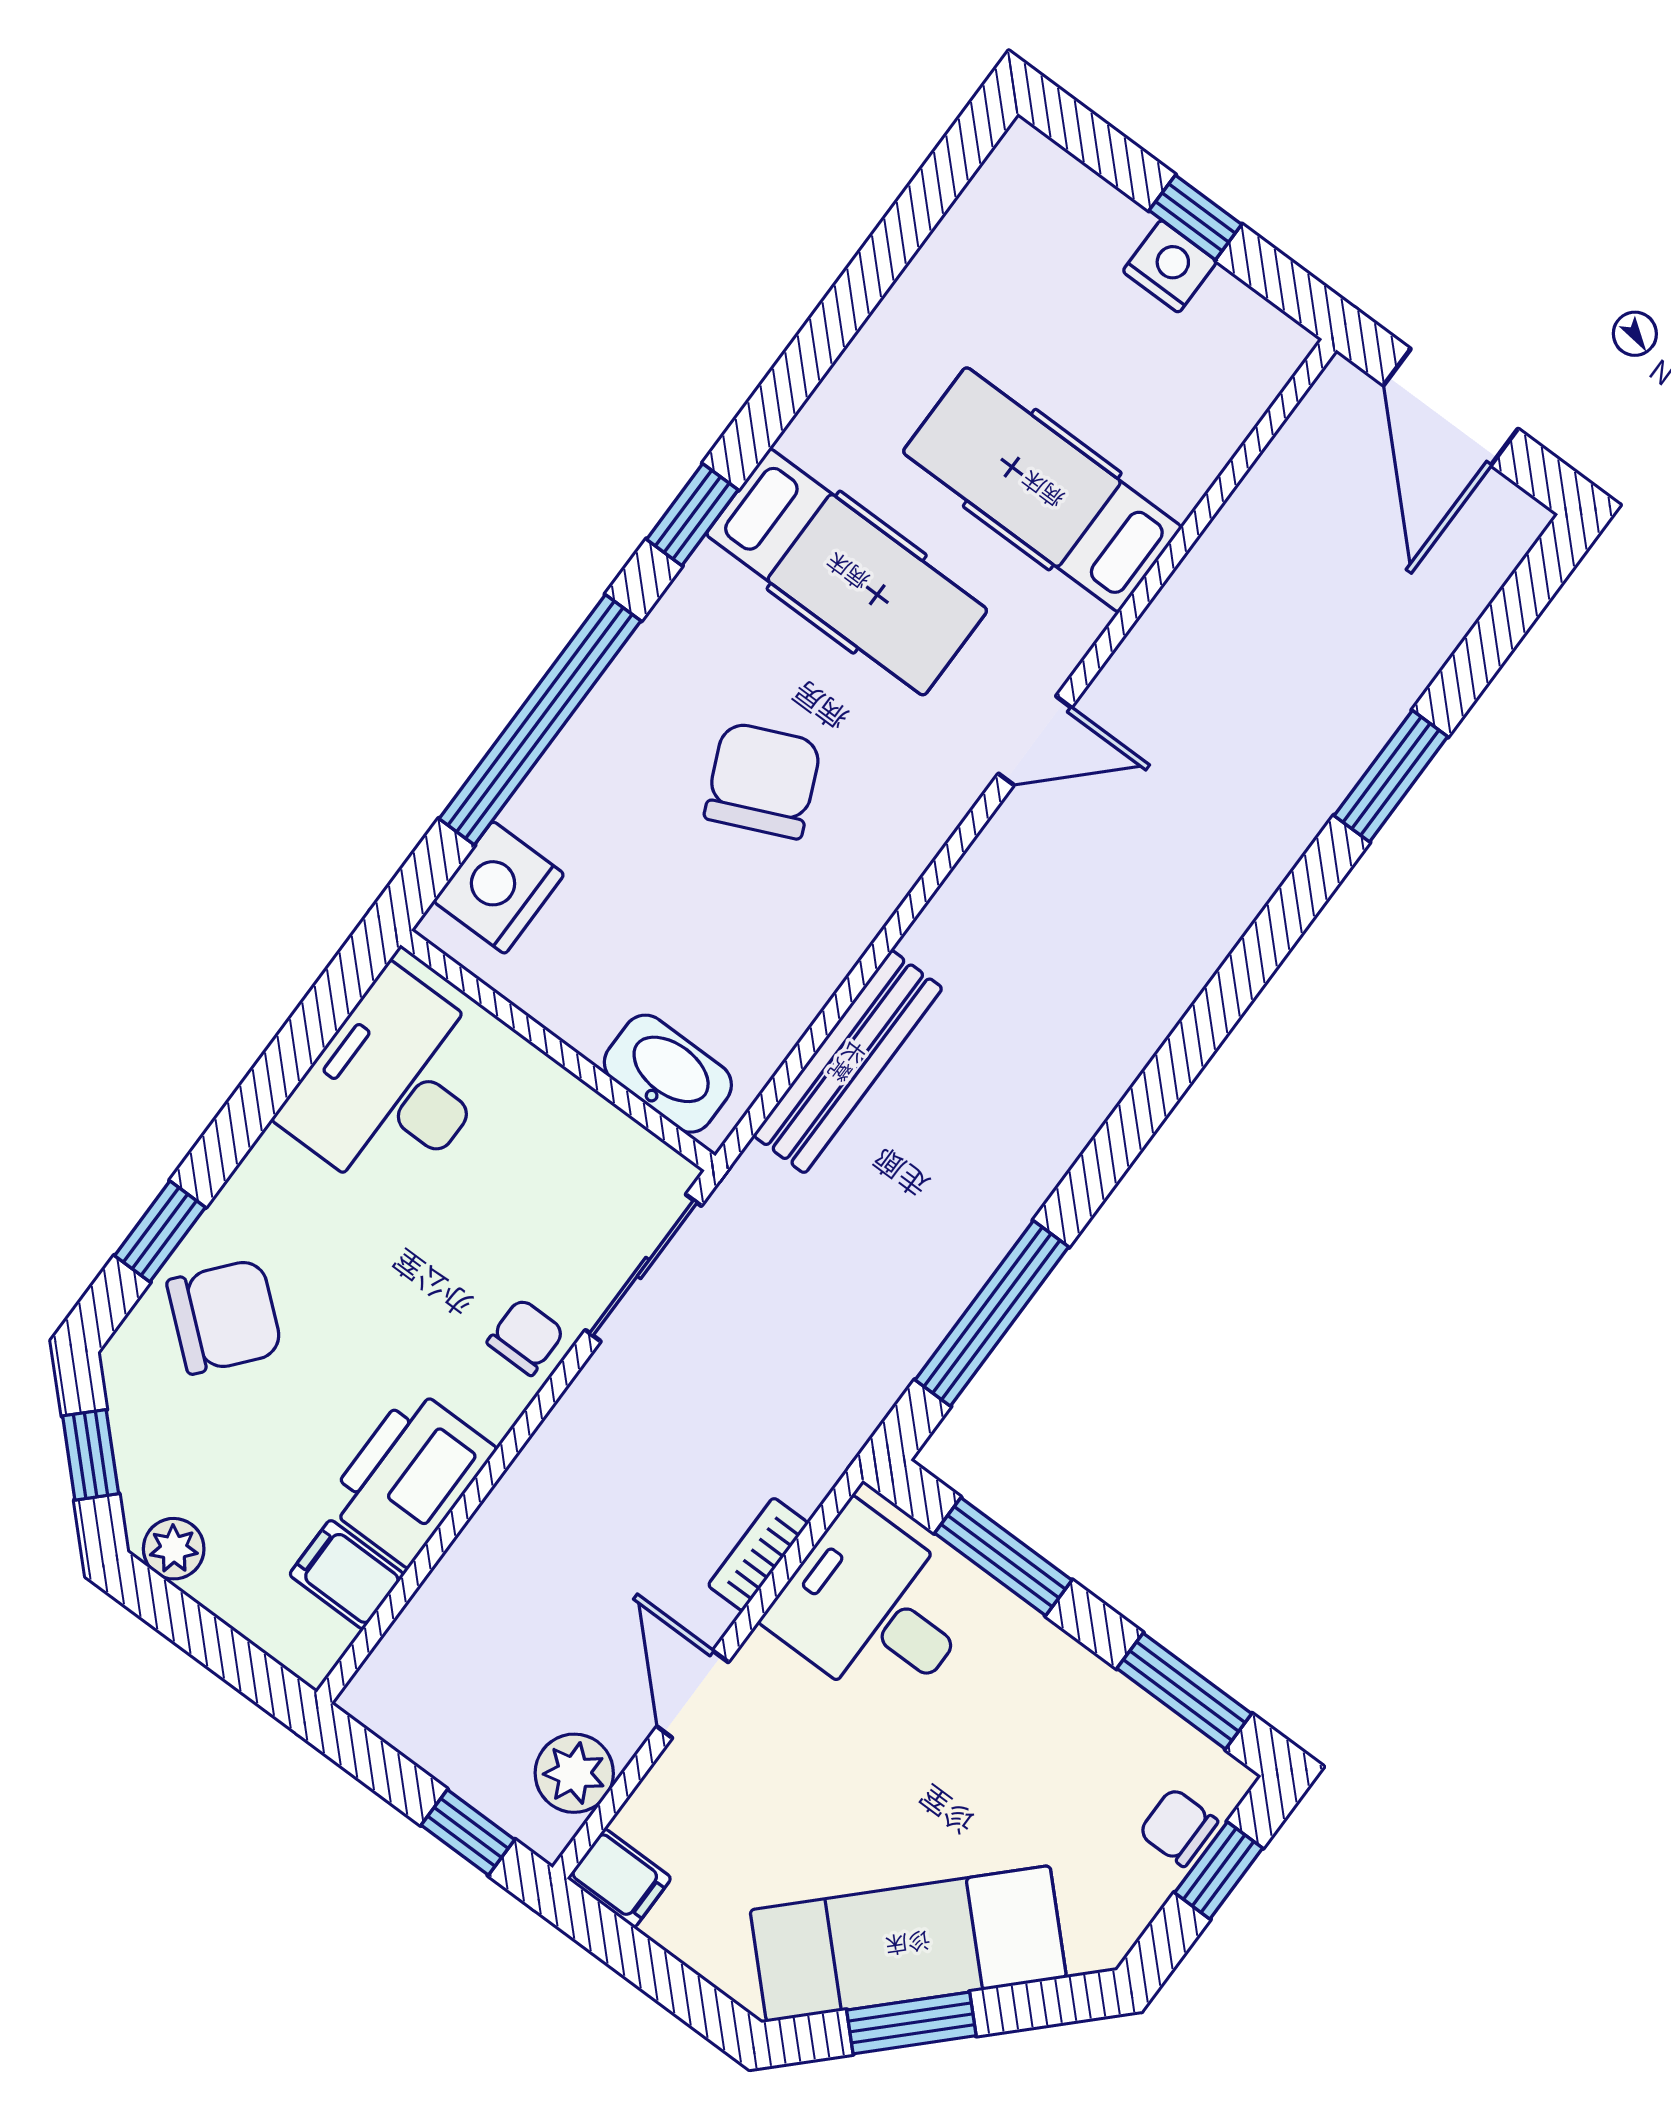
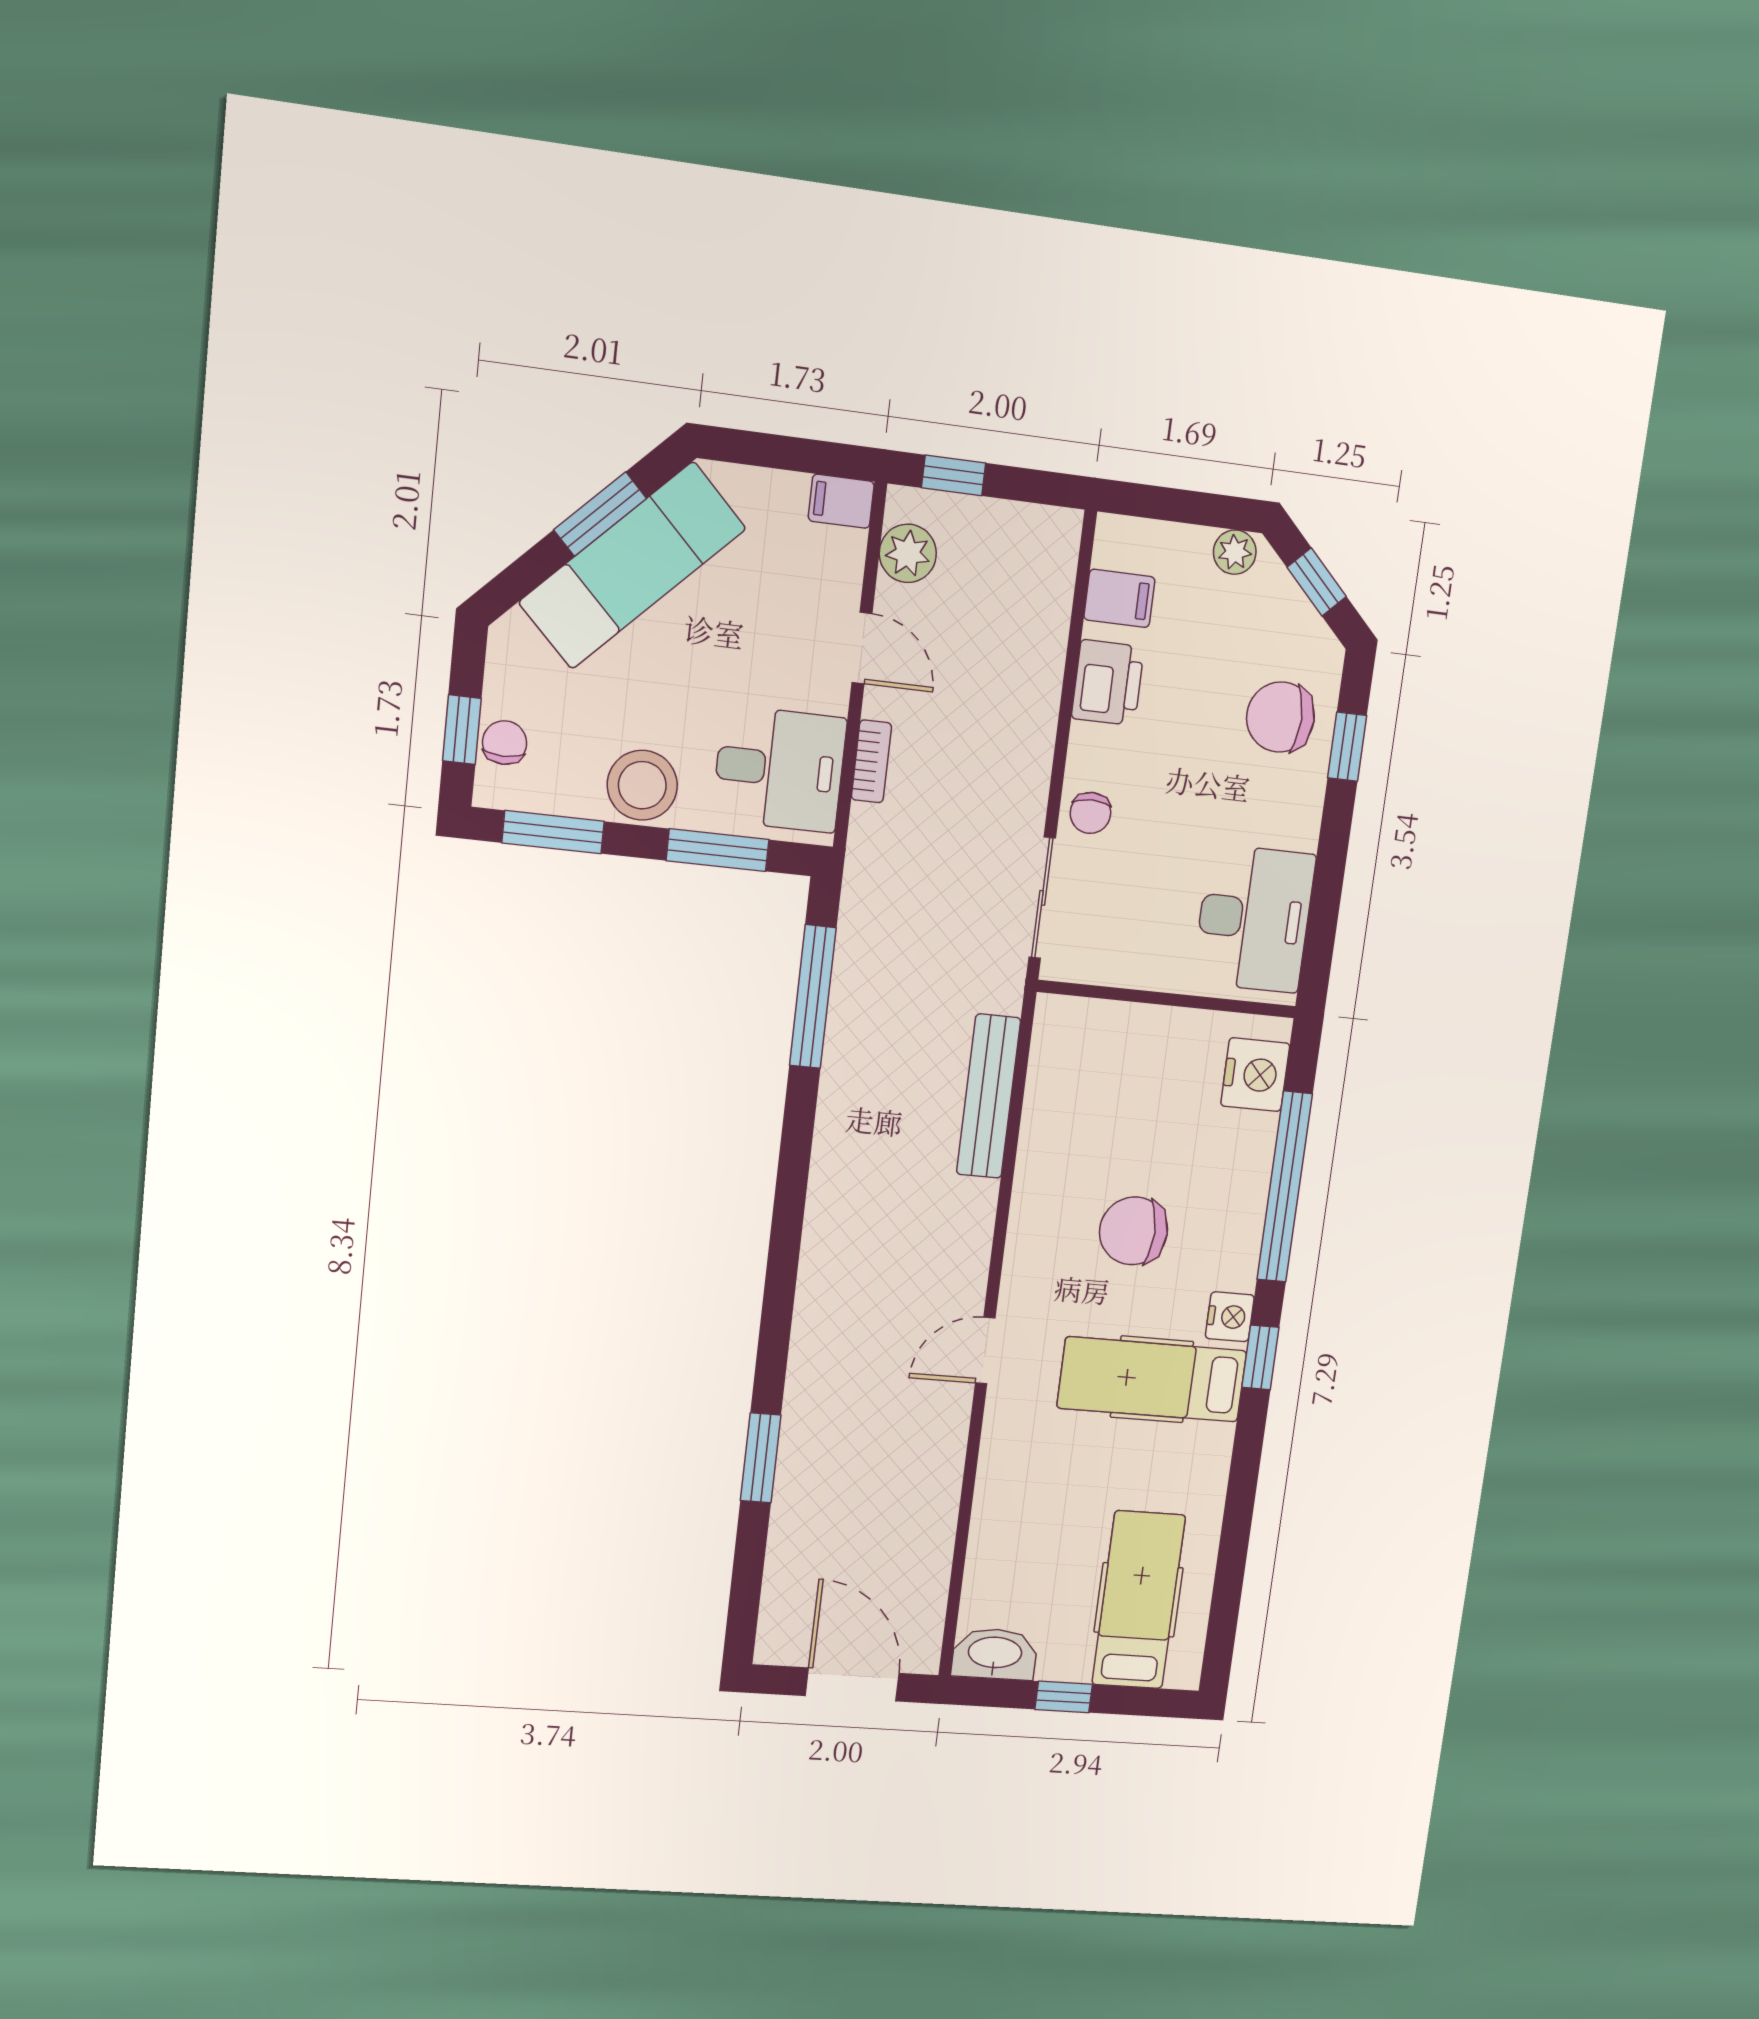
nightstand: (1170, 266) -> (1230, 1317), moved, turned -90
hospital bed: (1042, 490) -> (1139, 1600), moved, turned -90
chair: (763, 780) -> (1134, 1231), turned 114
washbasin: (668, 1074) -> (995, 1654), moved, turned 180
chair: (225, 1317) -> (1280, 717), turned 50
printer: (410, 1477) -> (1108, 683), width x0.73, depth x0.84
stool: (1047, 1685) -> (642, 785), added
chair: (1178, 1827) -> (505, 743), turned -90

